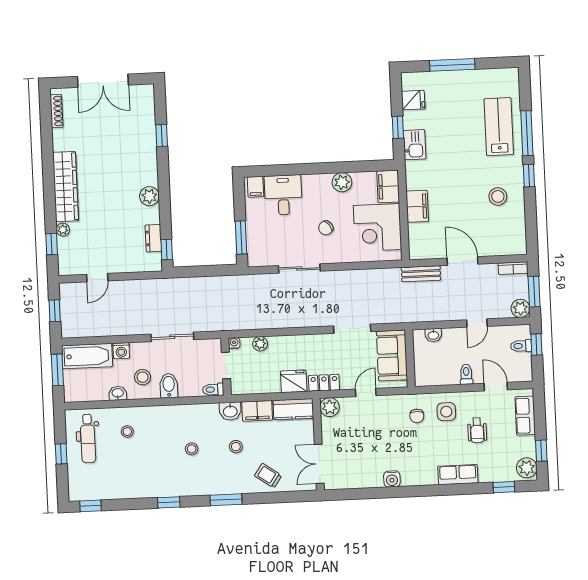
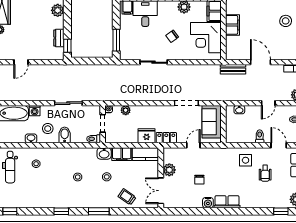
plant: (330, 407) -> (169, 170), moved
chair: (417, 416) -> (199, 180), moved
row of seats: (458, 475) -> (227, 202), moved

